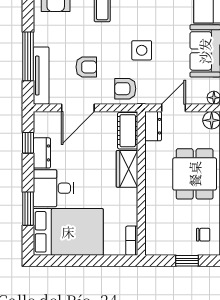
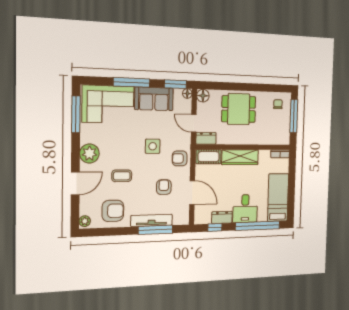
tv unit: (41, 76) -> (152, 220), moved
armchair: (125, 89) -> (180, 158), turned 90
wardrobe: (127, 169) -> (240, 157), width x1.50
window: (28, 209) -> (258, 226), width x2.11
bed: (68, 232) -> (278, 198), width x0.67
window: (187, 261) -> (294, 116), width x2.17

